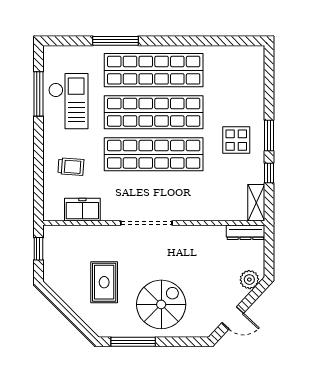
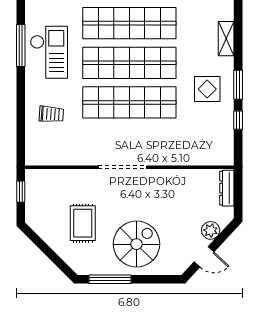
shelving: (256, 203) -> (226, 39), moved
freezer: (82, 210) -> (62, 155), removed
dresser: (245, 232) -> (227, 188), moved, turned 90
plant: (249, 280) -> (211, 230), moved

